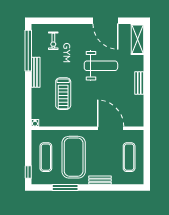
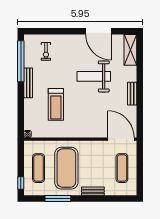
weight bench: (101, 66) -> (94, 76), turned 180
door: (111, 128) -> (121, 139), moved

